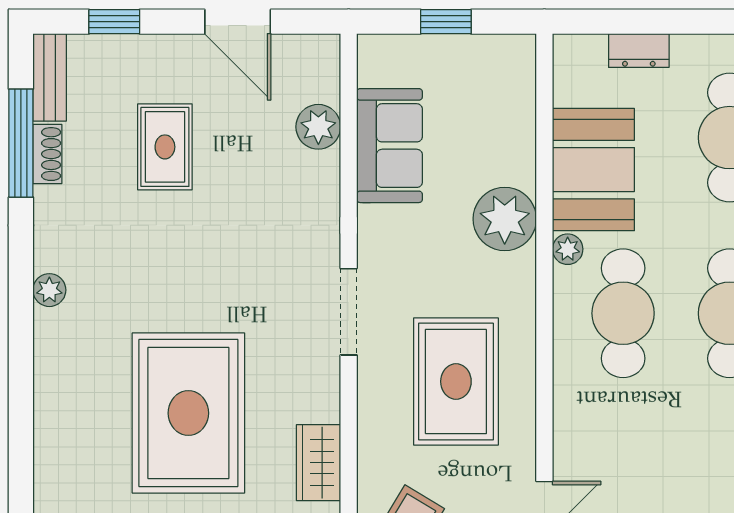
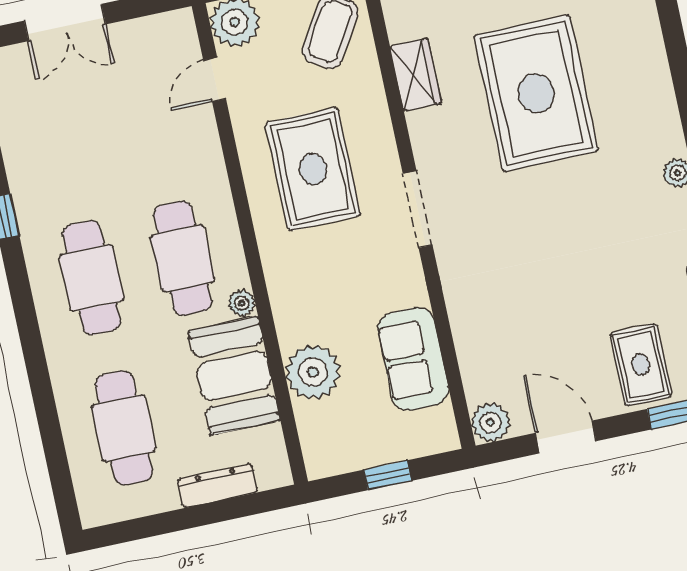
dresser: (639, 51) -> (217, 486), width x1.44
plant: (318, 127) -> (490, 423), moved
rug: (165, 147) -> (641, 365), moved
plant: (505, 219) -> (313, 372), moved

